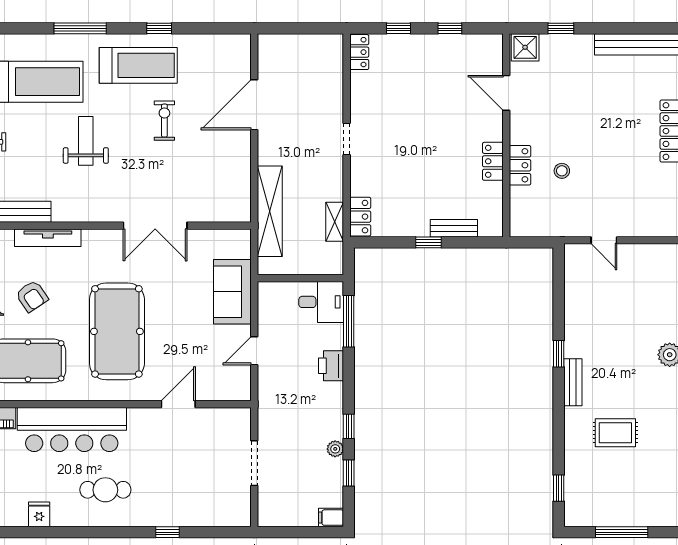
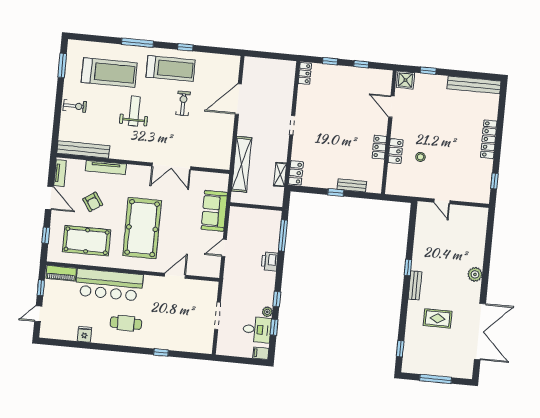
desk: (321, 302) -> (257, 330), moved

